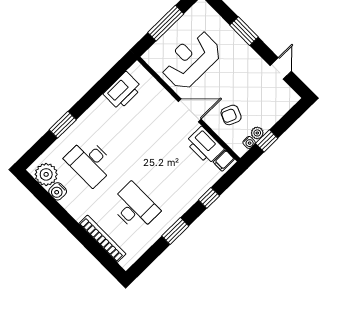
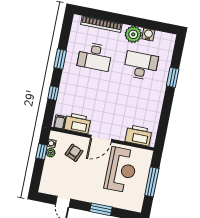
printer: (123, 91) -> (138, 135), moved, turned 90
plant: (46, 174) -> (133, 34), moved

